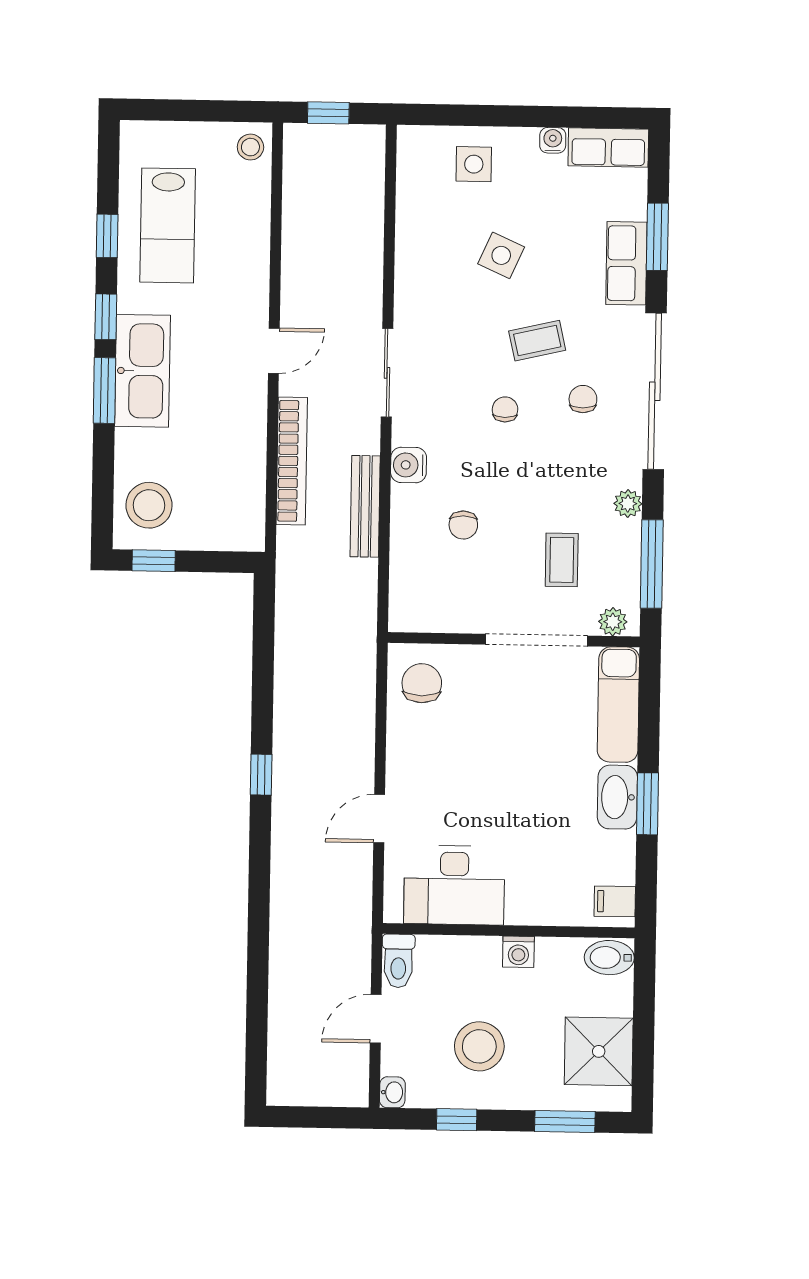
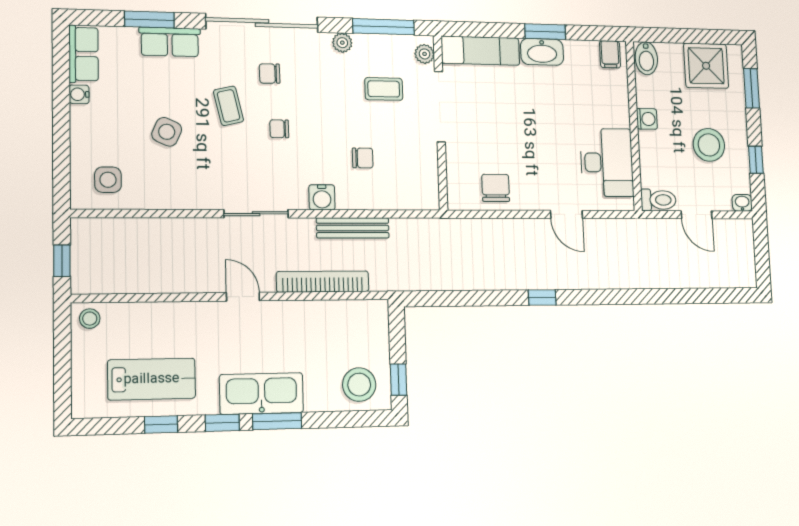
side table: (474, 164) -> (108, 180), moved
chair: (422, 683) -> (496, 188), moved, turned 90

